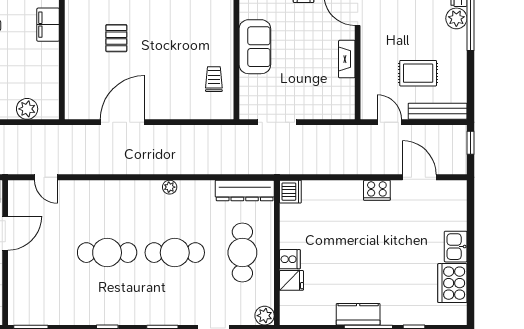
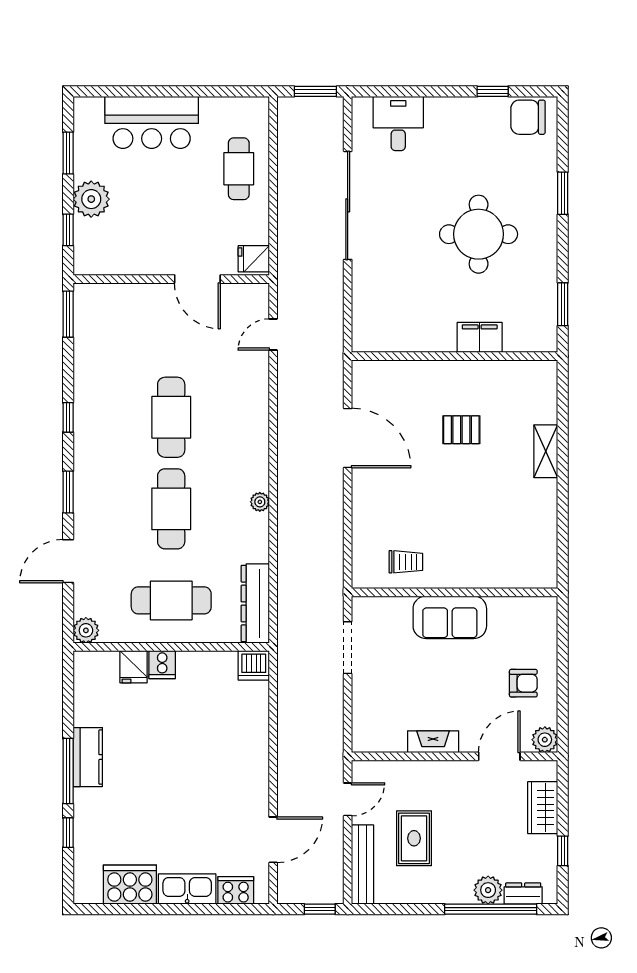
plant: (27, 109) -> (366, 309), removed
cooker: (377, 190) -> (236, 890), moved, turned 90
kitchen sink: (456, 247) -> (187, 889), width x1.38

